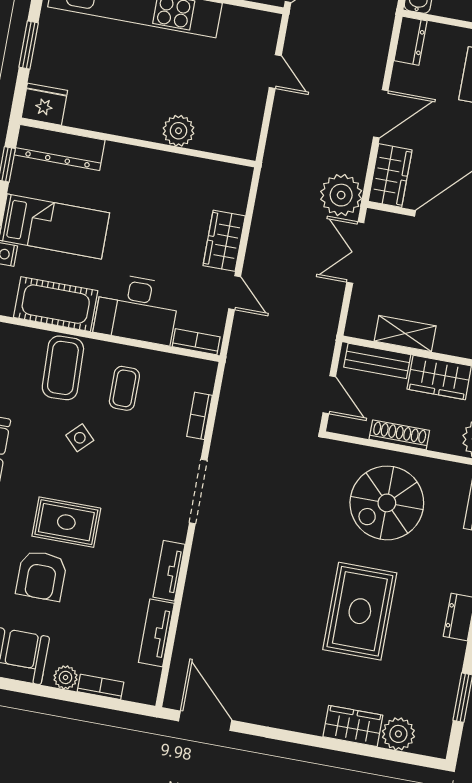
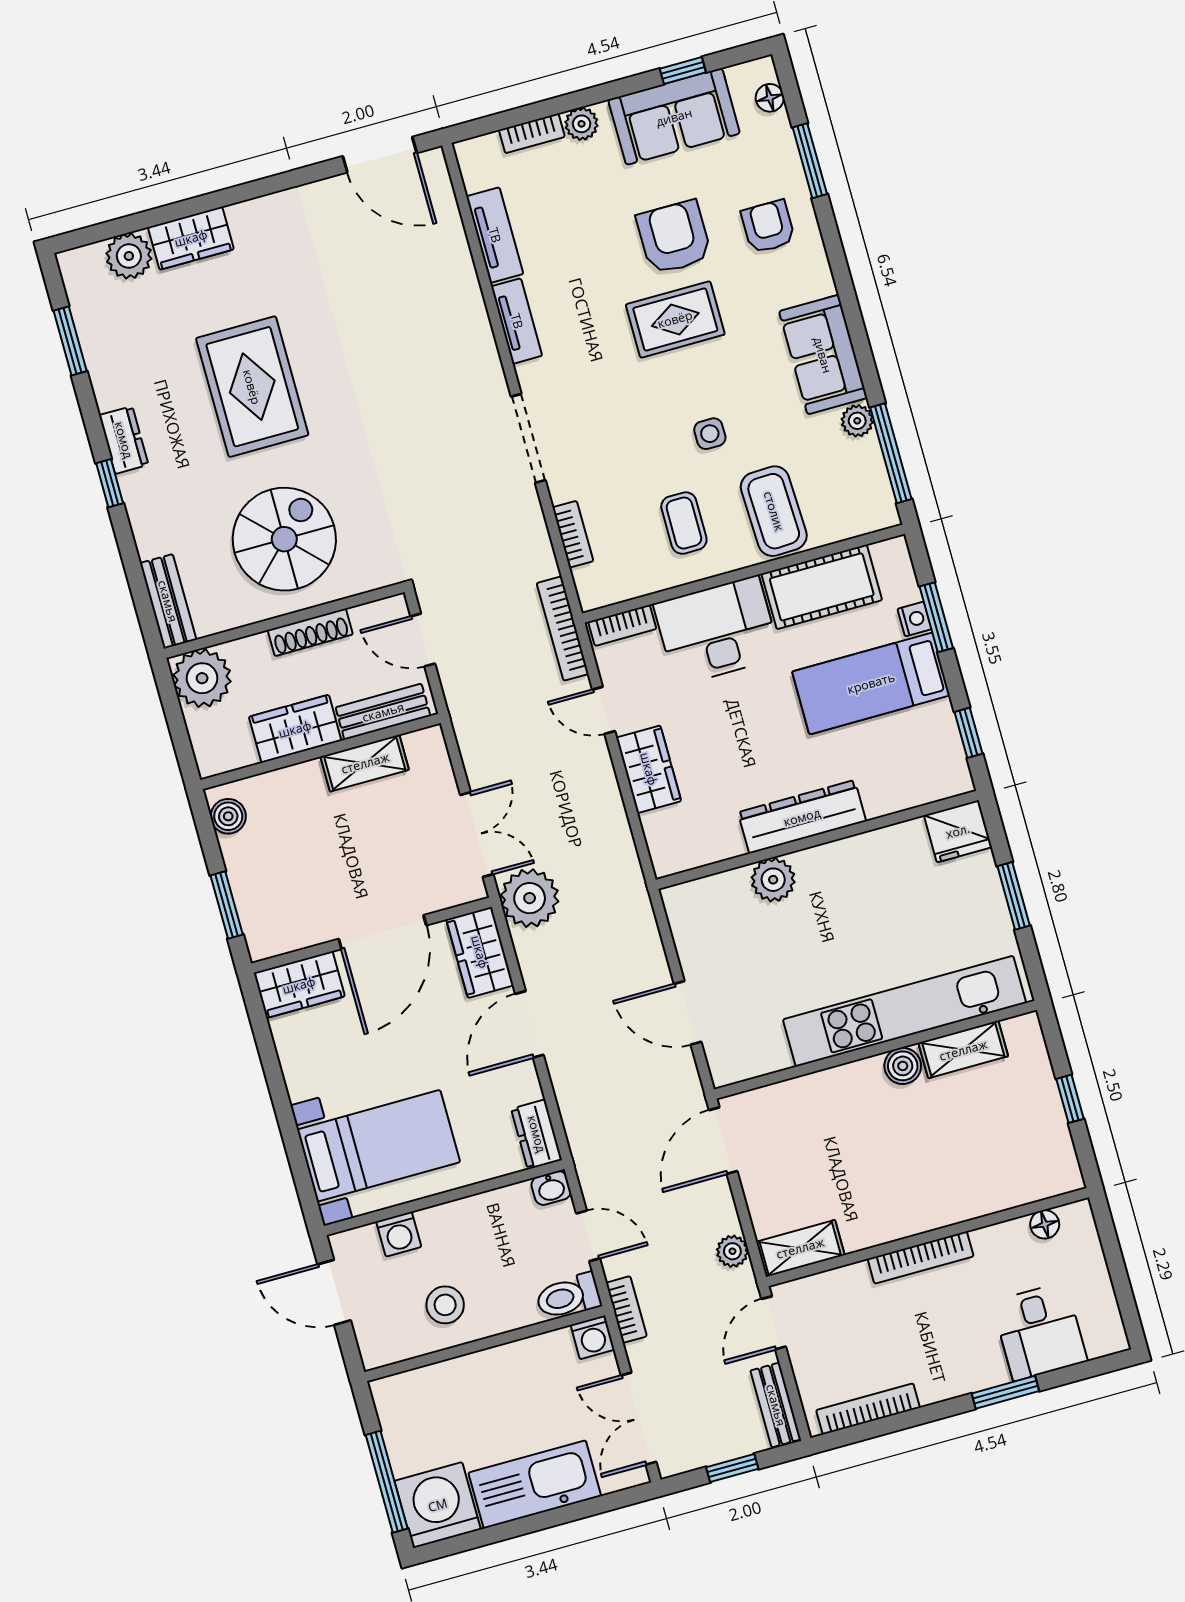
door: (275, 72) -> (688, 1013), width x1.38
dresser: (60, 147) -> (802, 817), moved
bookcase: (235, 358) -> (563, 628), added
side table: (80, 438) -> (710, 434), turned 45

